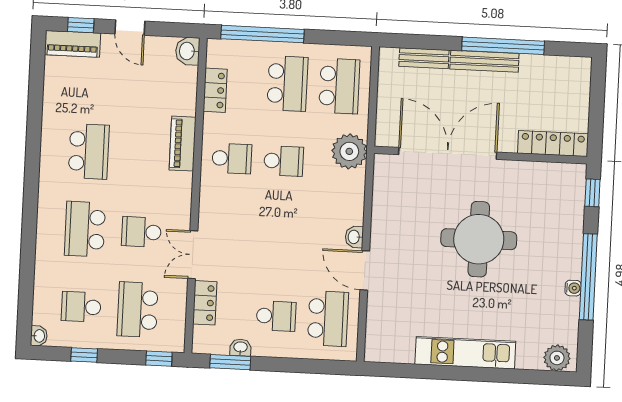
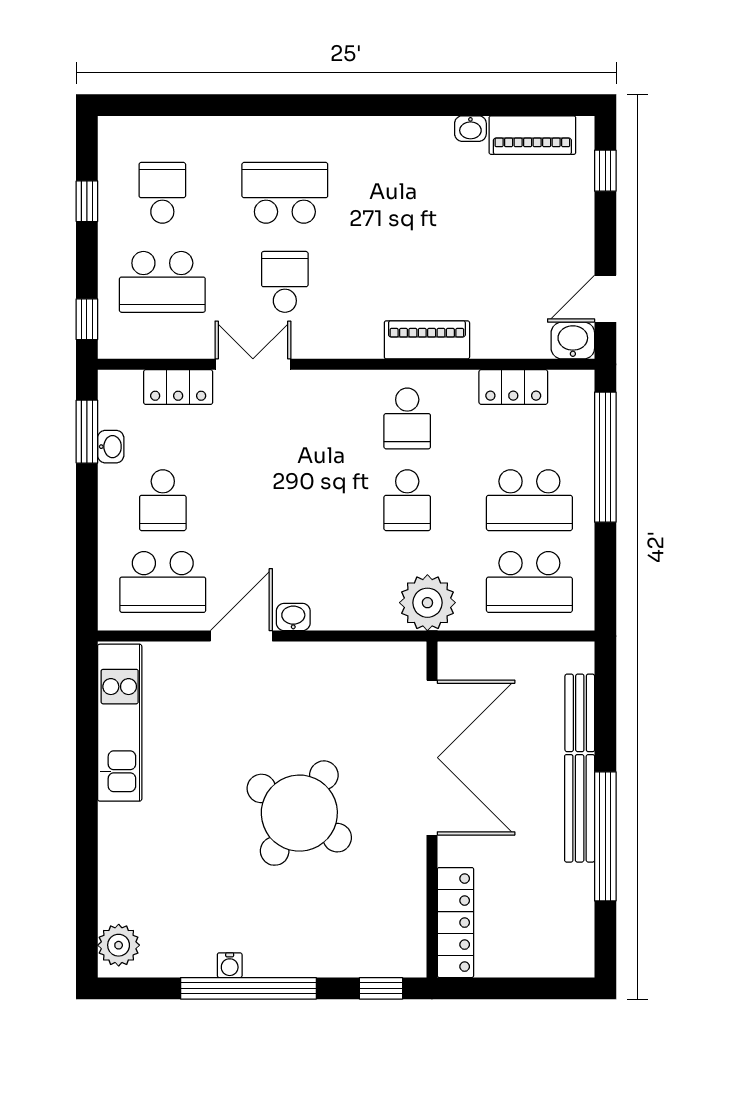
door: (130, 28) -> (605, 299), moved
piano: (72, 44) -> (532, 135), moved, turned -90
school desk: (89, 151) -> (407, 193), removed
round table: (479, 239) -> (299, 813), turned 33
school desk: (138, 310) -> (162, 282), turned 180
washbasin: (39, 336) -> (470, 129), moved
kitchen unit: (465, 353) -> (120, 723), moved

